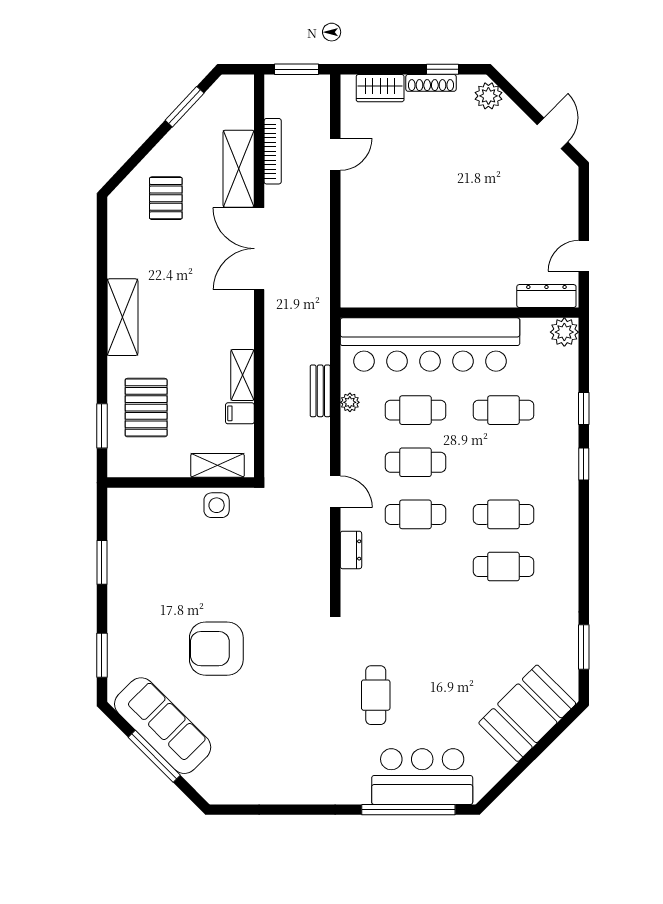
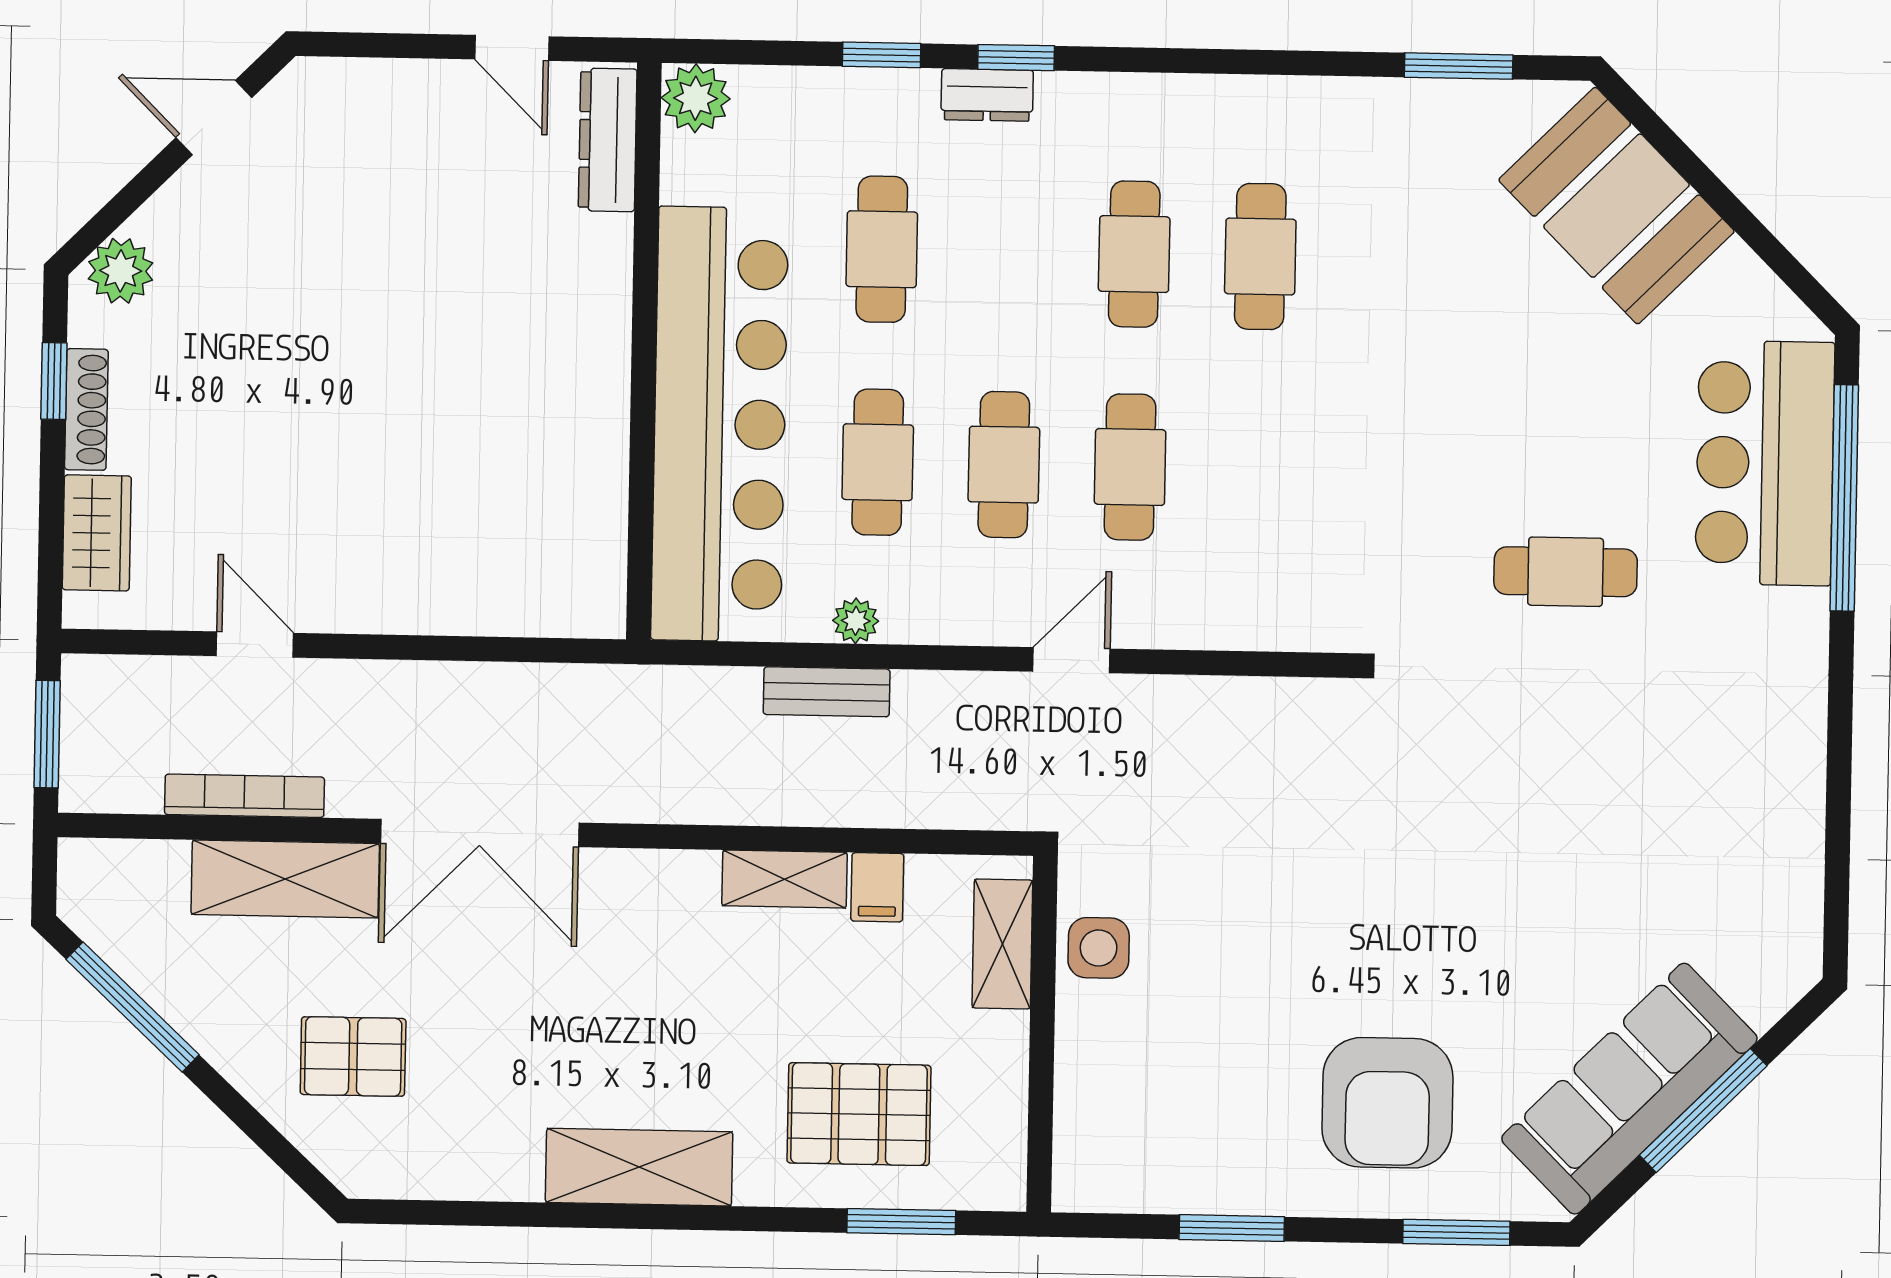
window: (185, 107) -> (133, 1007), width x1.44
dresser: (351, 550) -> (987, 95), moved, turned 180
armchair: (216, 649) -> (1387, 1103), moved

